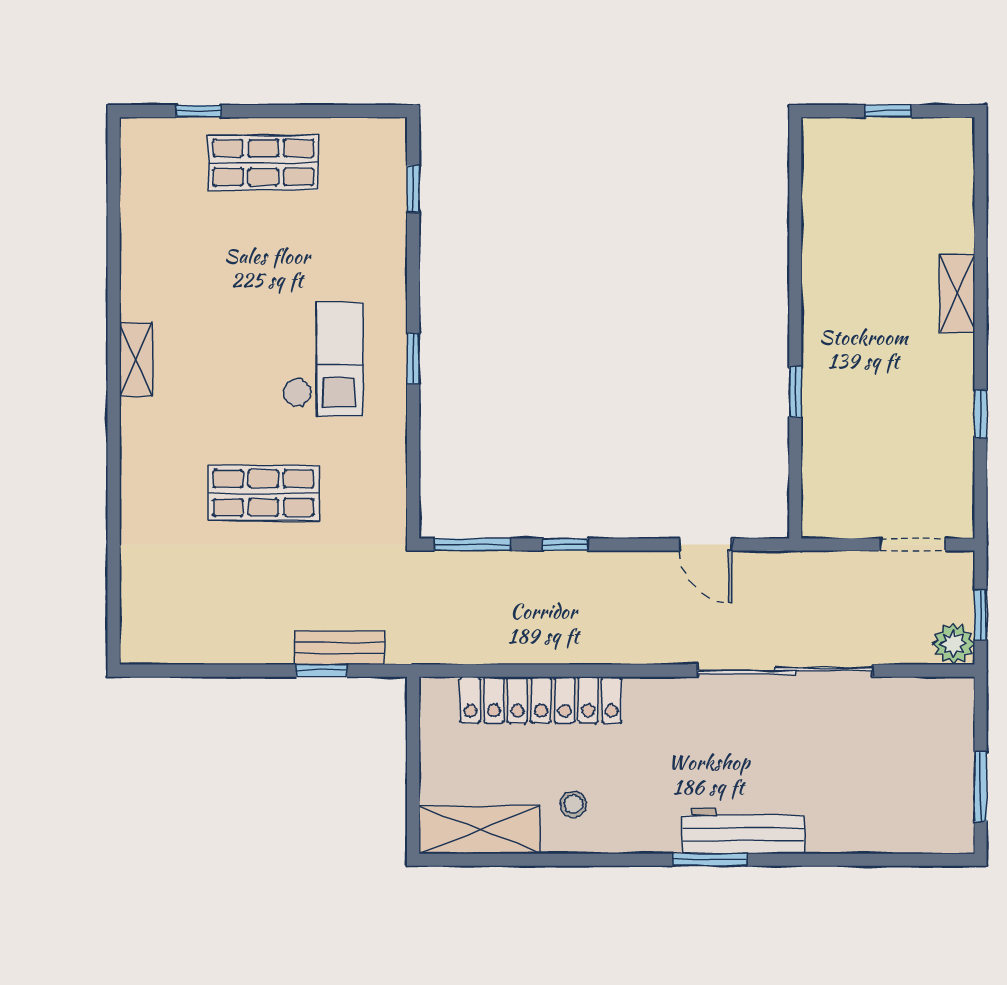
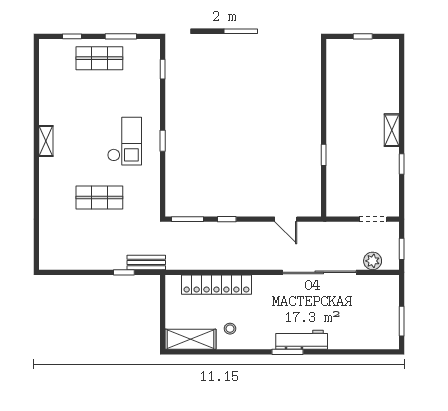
window: (314, 111) -> (121, 36), added
shelving: (957, 293) -> (392, 130), moved
plant: (954, 644) -> (373, 261), moved
bench: (339, 647) -> (146, 262), moved

